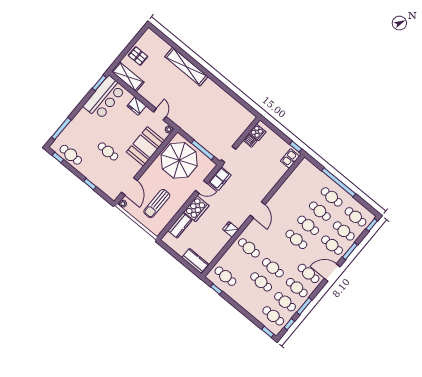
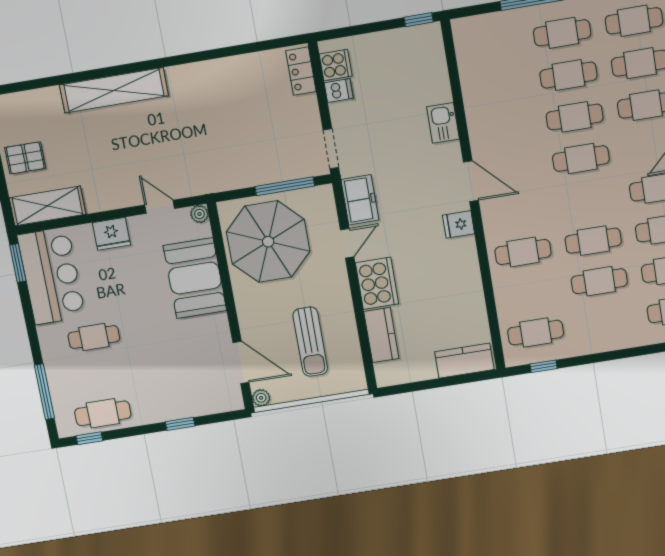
locker: (246, 123) -> (301, 71), added
cafe table: (108, 151) -> (94, 337), moved
kitchen sink: (290, 159) -> (443, 123), moved
fridge: (231, 229) -> (459, 224), moved

